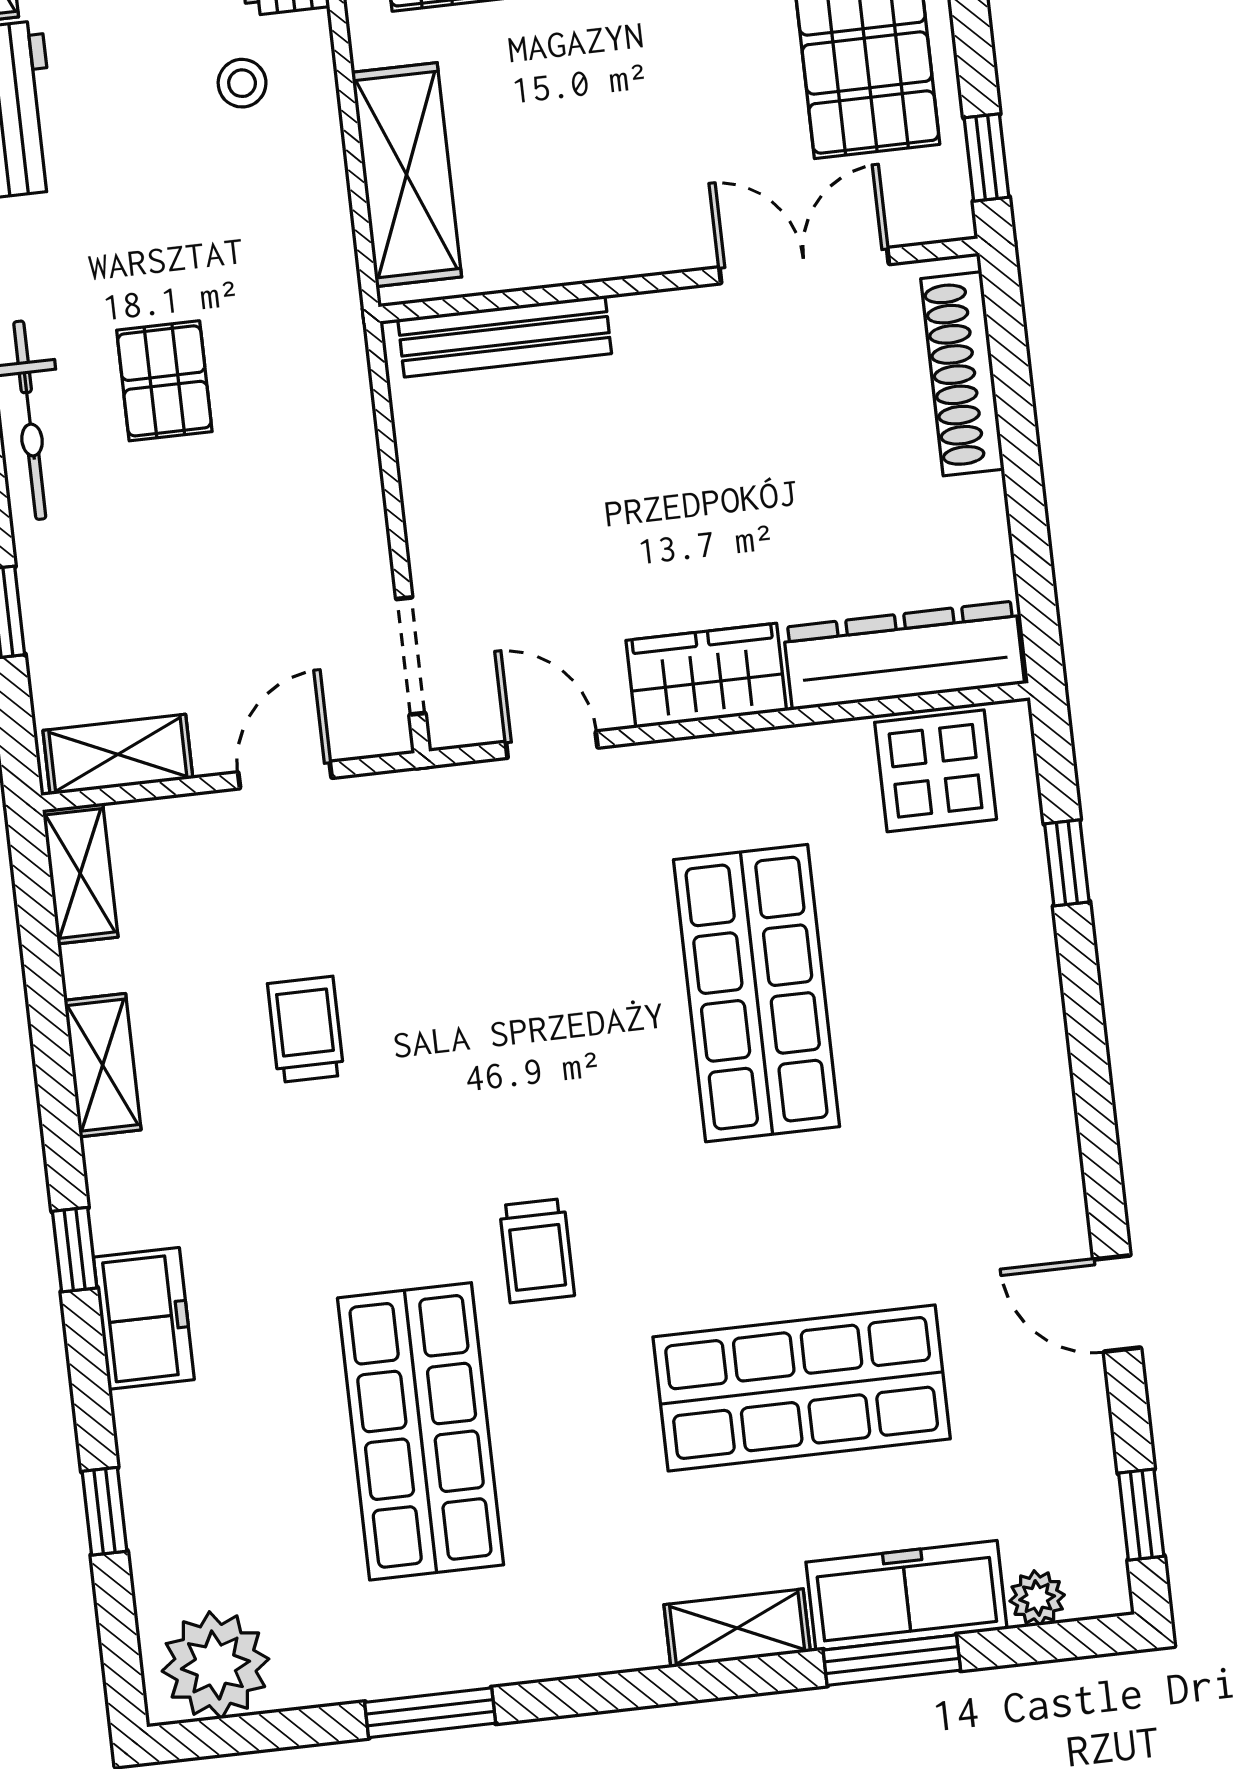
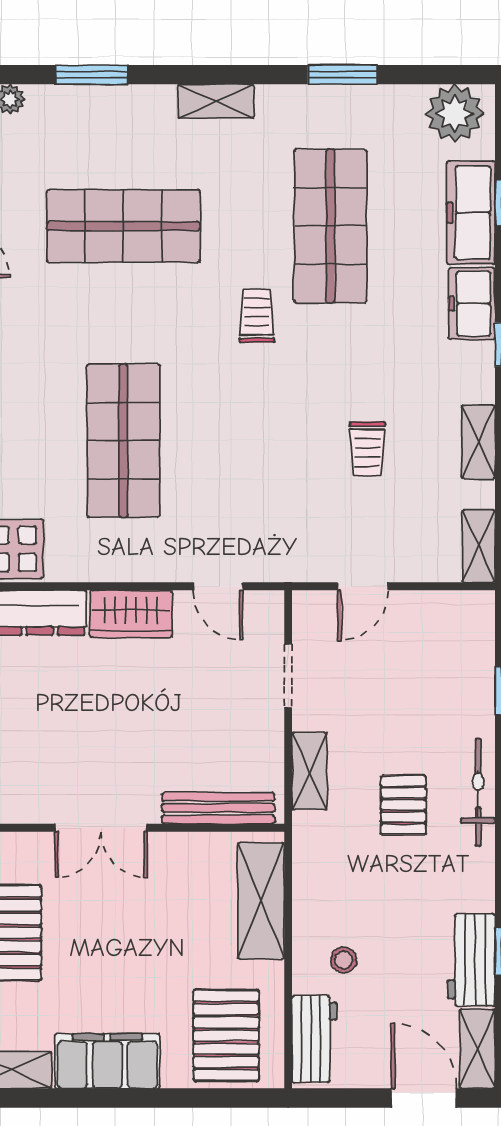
double door: (804, 266) -> (101, 828), moved
doorway: (411, 656) -> (288, 676), moved
shelving: (118, 754) -> (309, 771), moved, turned 90
freezer: (907, 1596) -> (471, 213), moved, turned 90
shelving: (737, 1628) -> (216, 101), moved

